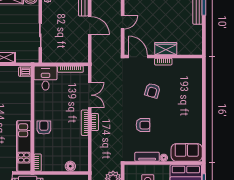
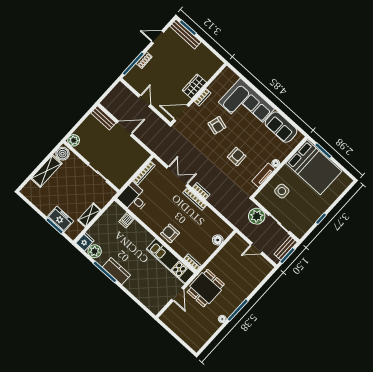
dishwasher: (25, 72) -> (127, 220), moved
corner sofa: (186, 99) -> (246, 106), added
sofa: (187, 152) -> (281, 127), moved, turned -90

